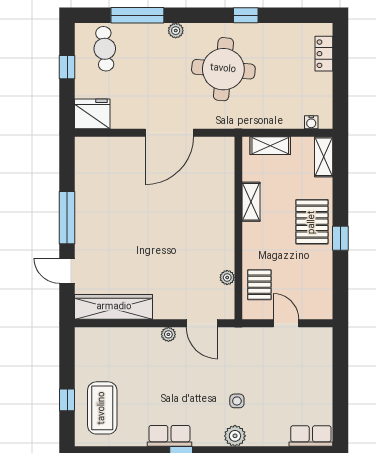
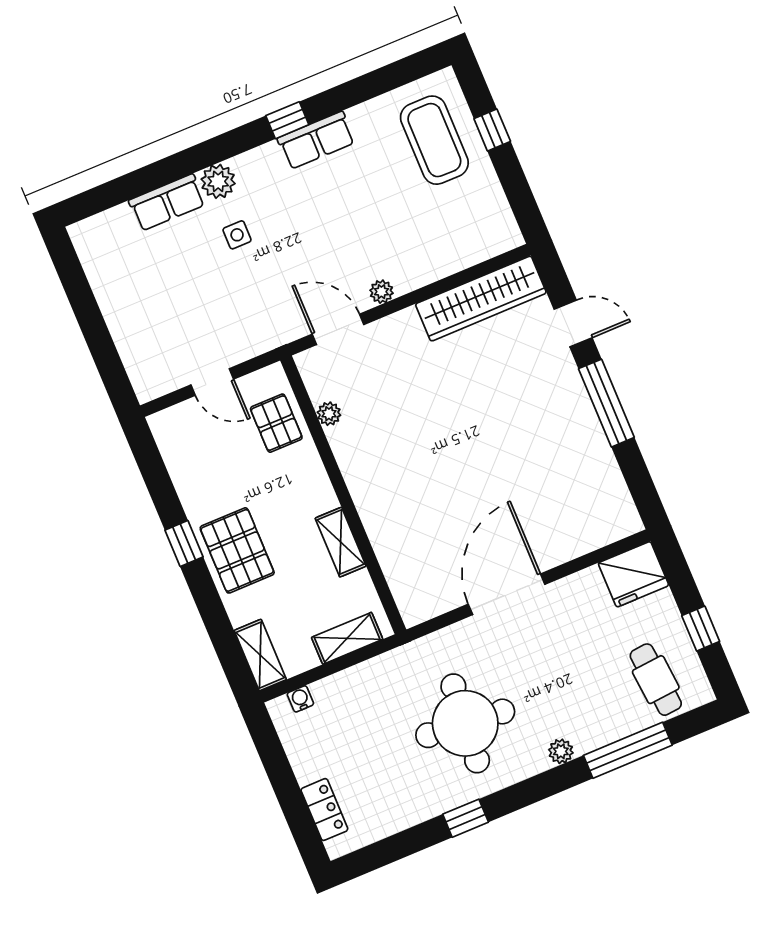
row of seats: (311, 436) -> (167, 202), moved

